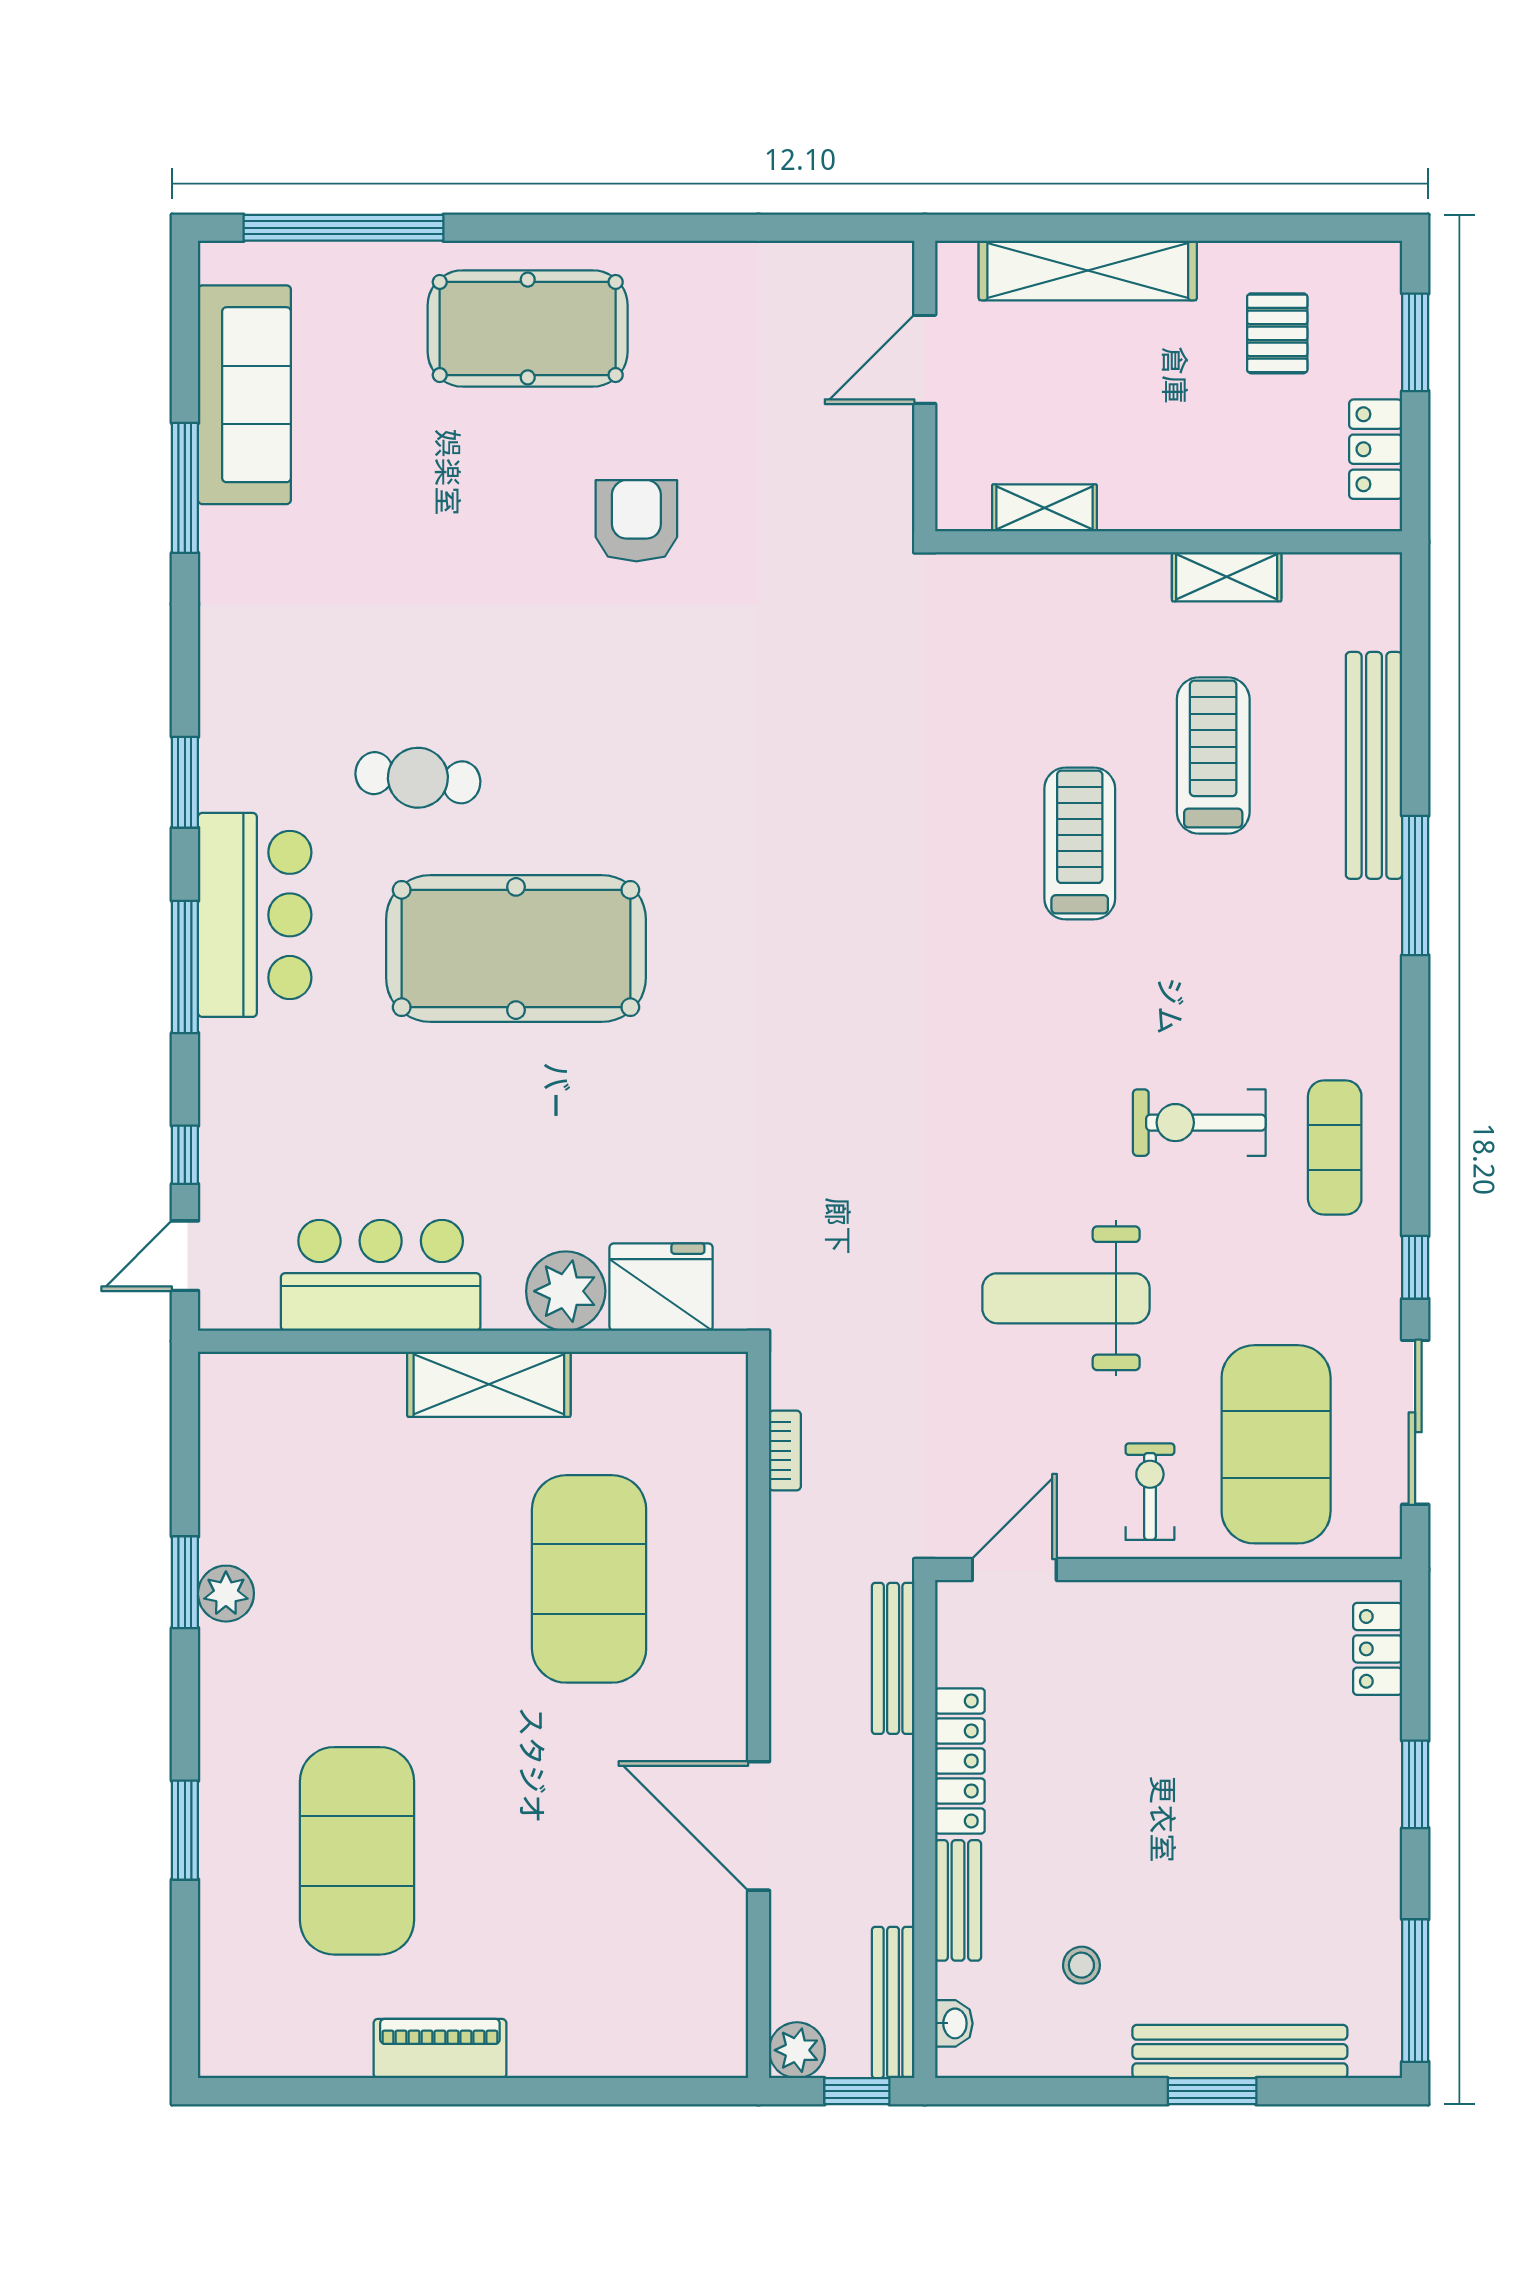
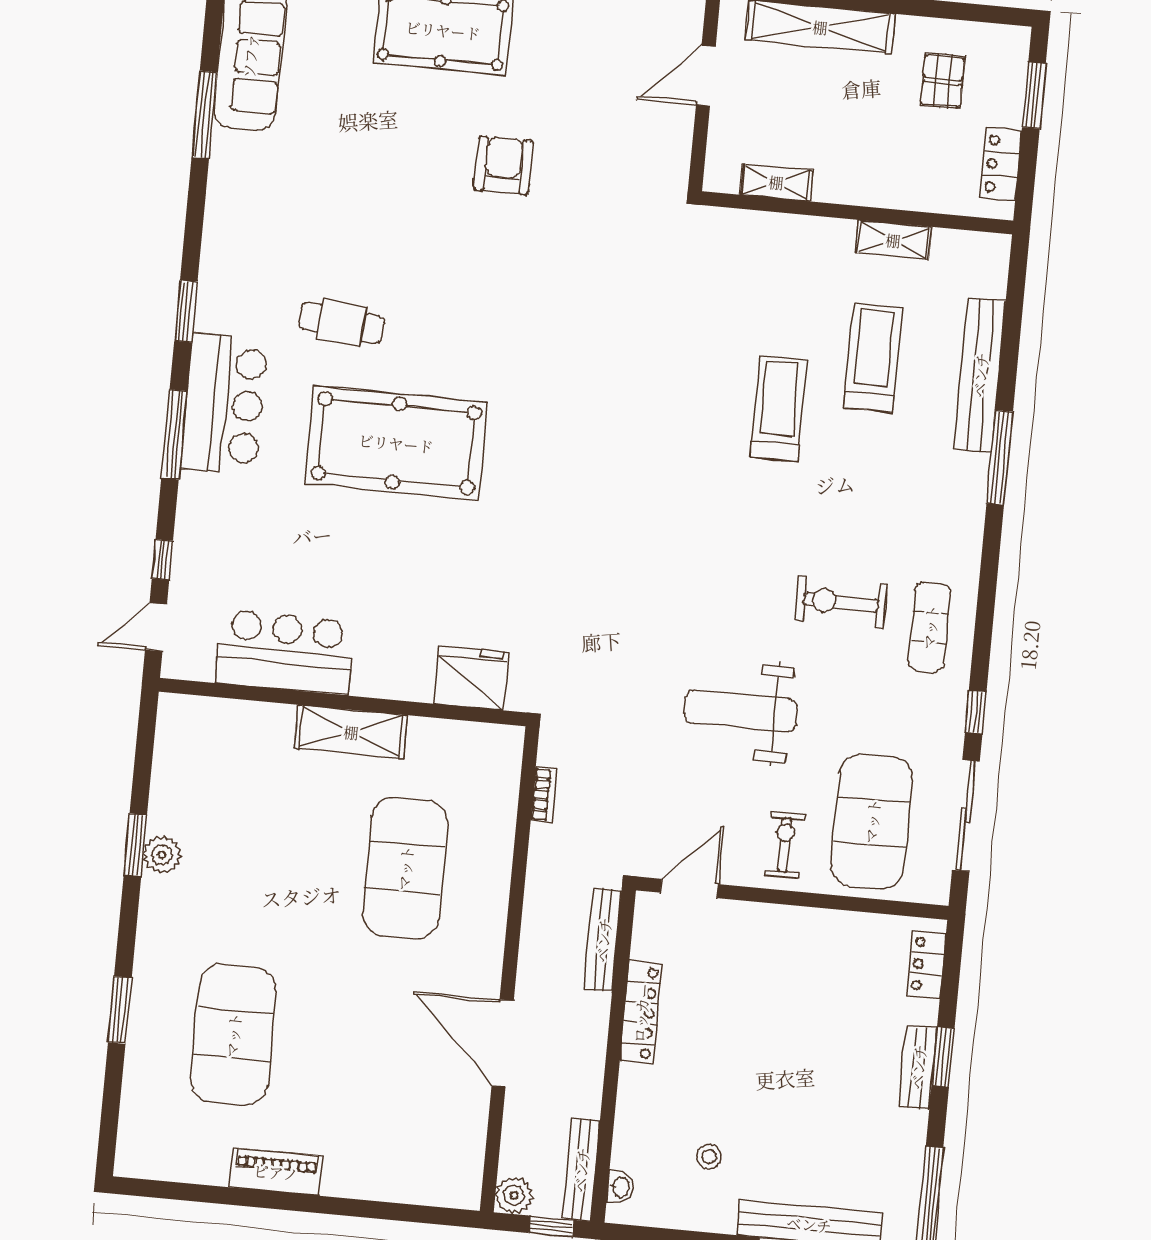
plant: (566, 1291) -> (408, 675), removed
bench: (958, 1900) -> (918, 1067), moved

